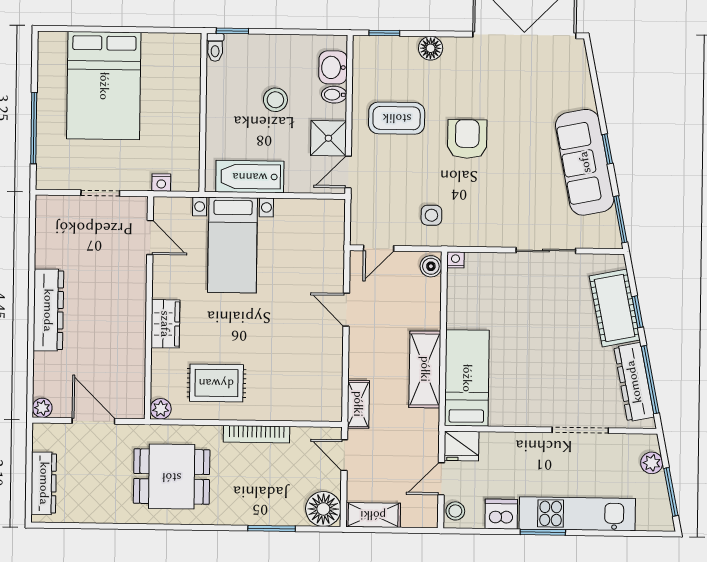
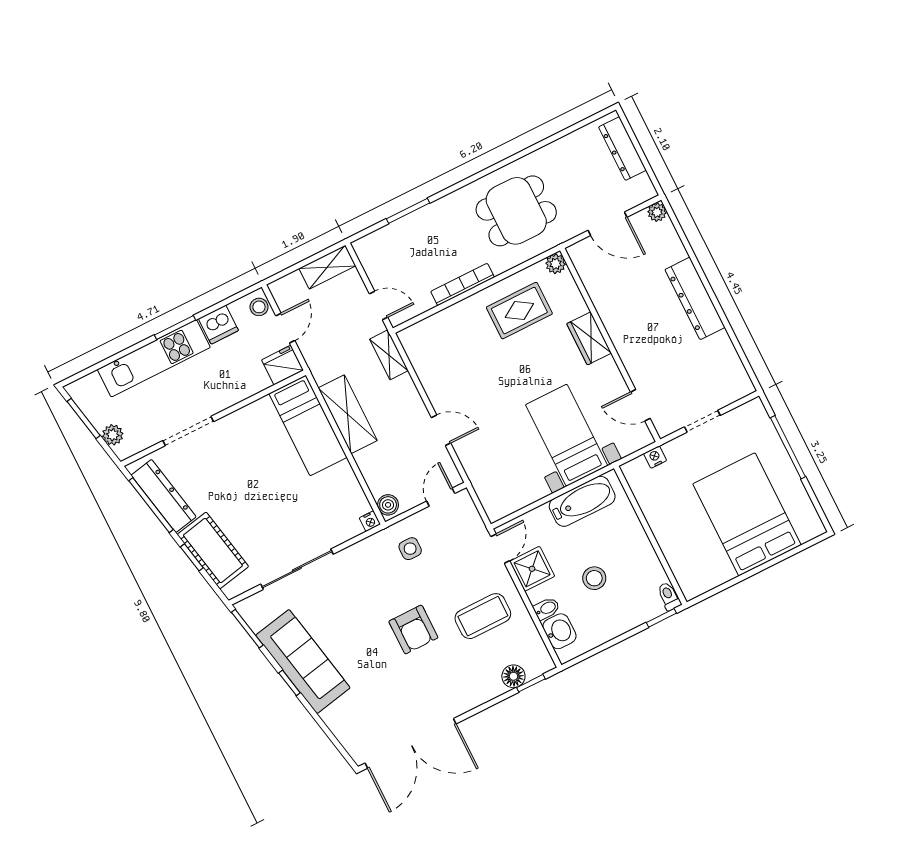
floor lamp: (431, 48) -> (513, 676), moved
sliding door: (546, 250) -> (297, 569), width x1.37
floor lamp: (323, 509) -> (372, 250), removed

